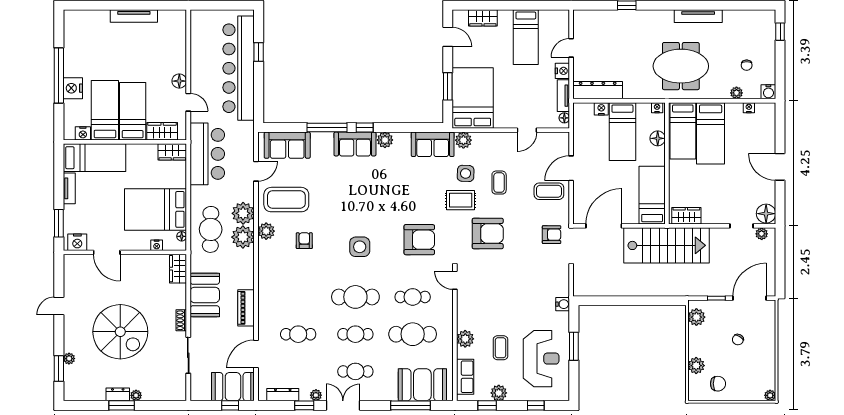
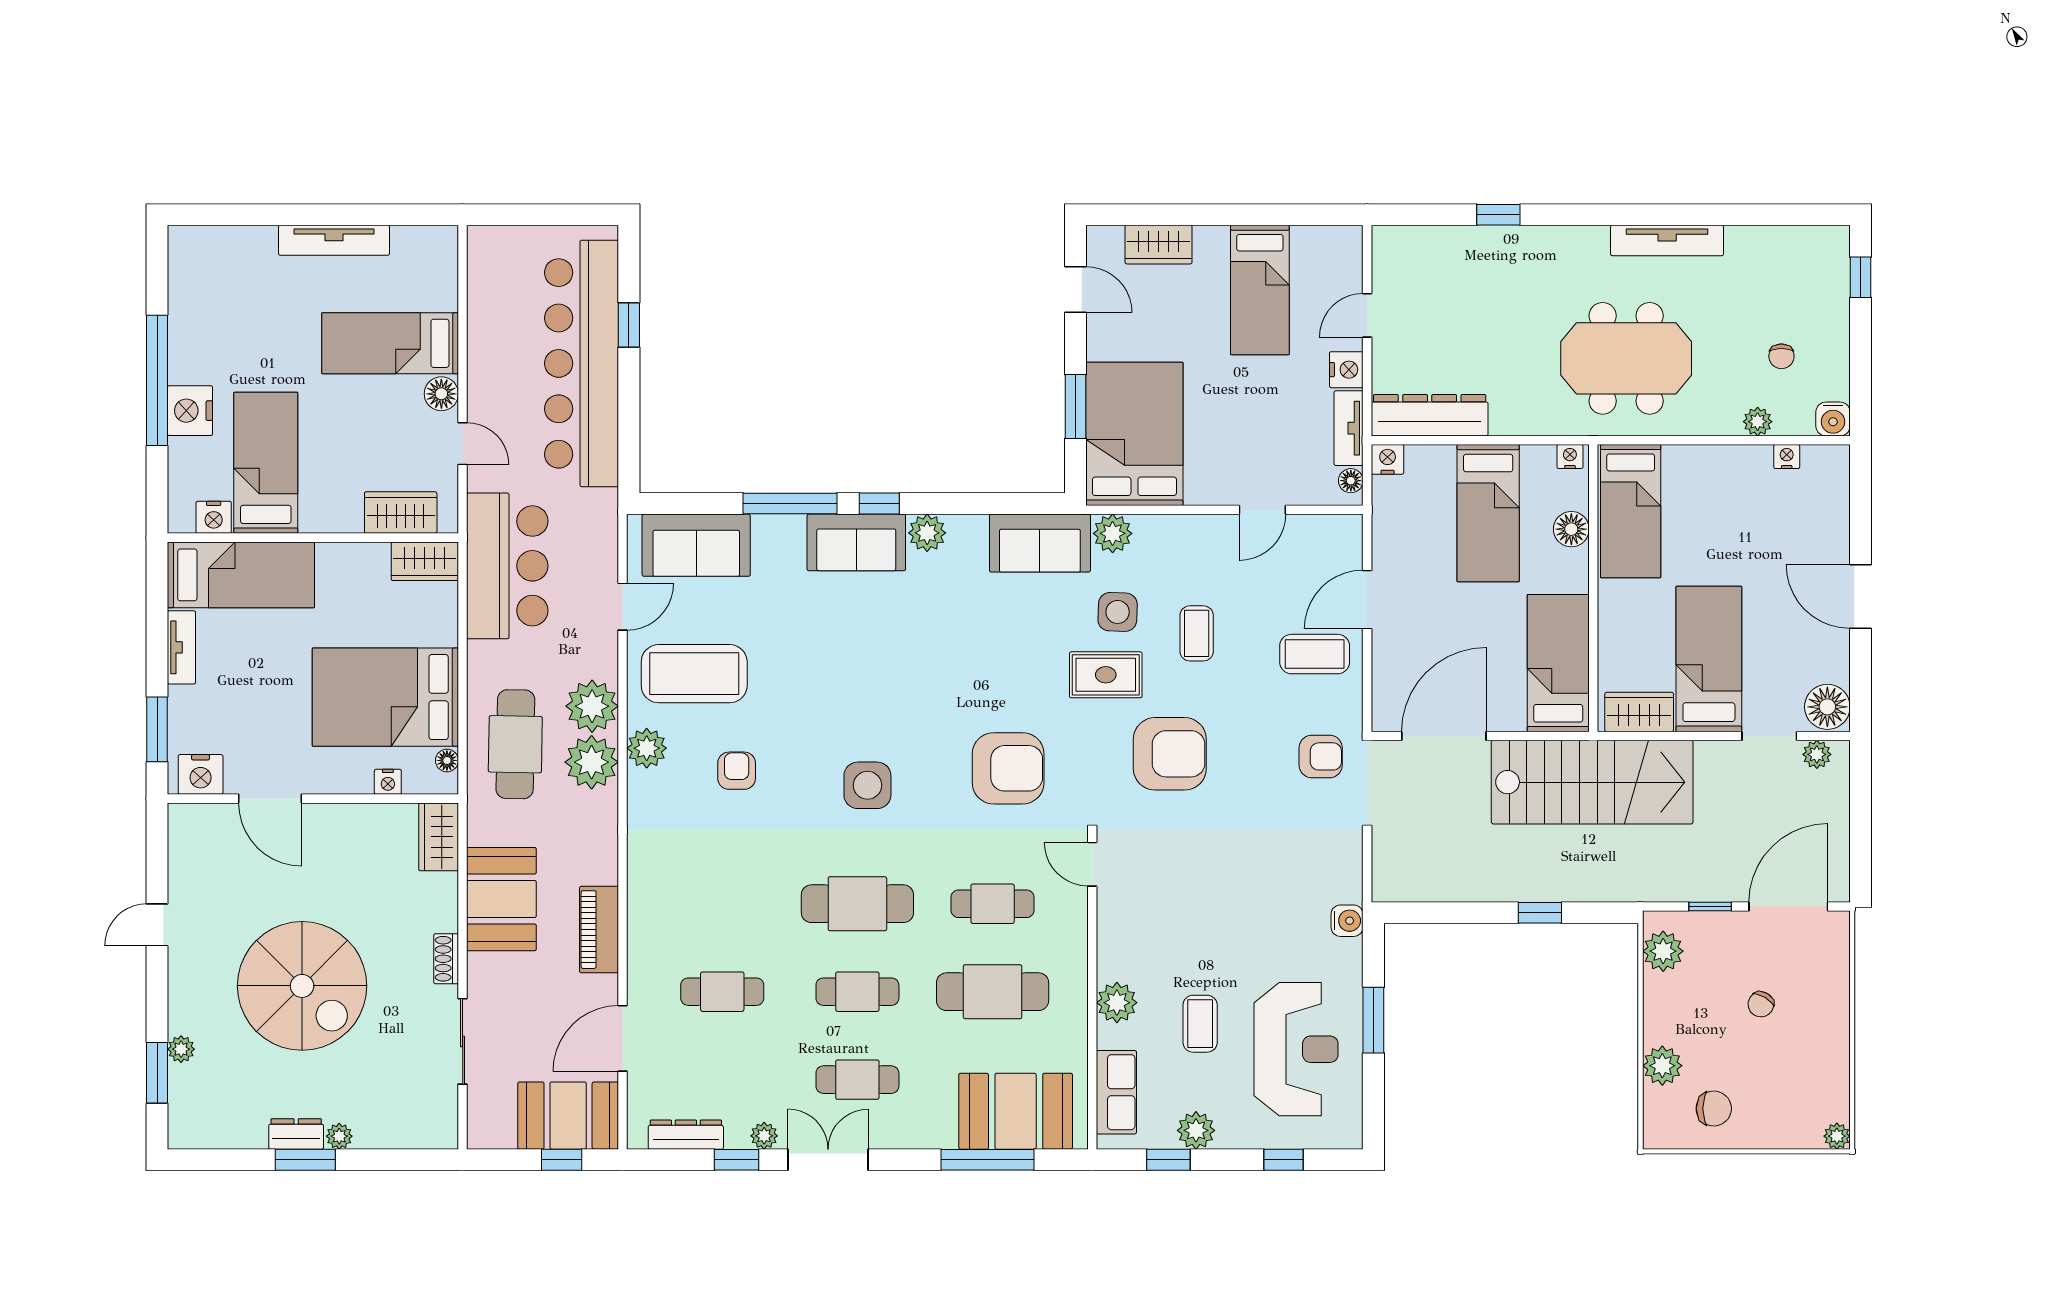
nightstand: (601, 109) -> (1388, 459), moved
bed: (133, 111) -> (390, 343), moved, turned -90
bed: (711, 133) -> (1709, 659), moved, turned 180
window: (644, 301) -> (1540, 913), added

